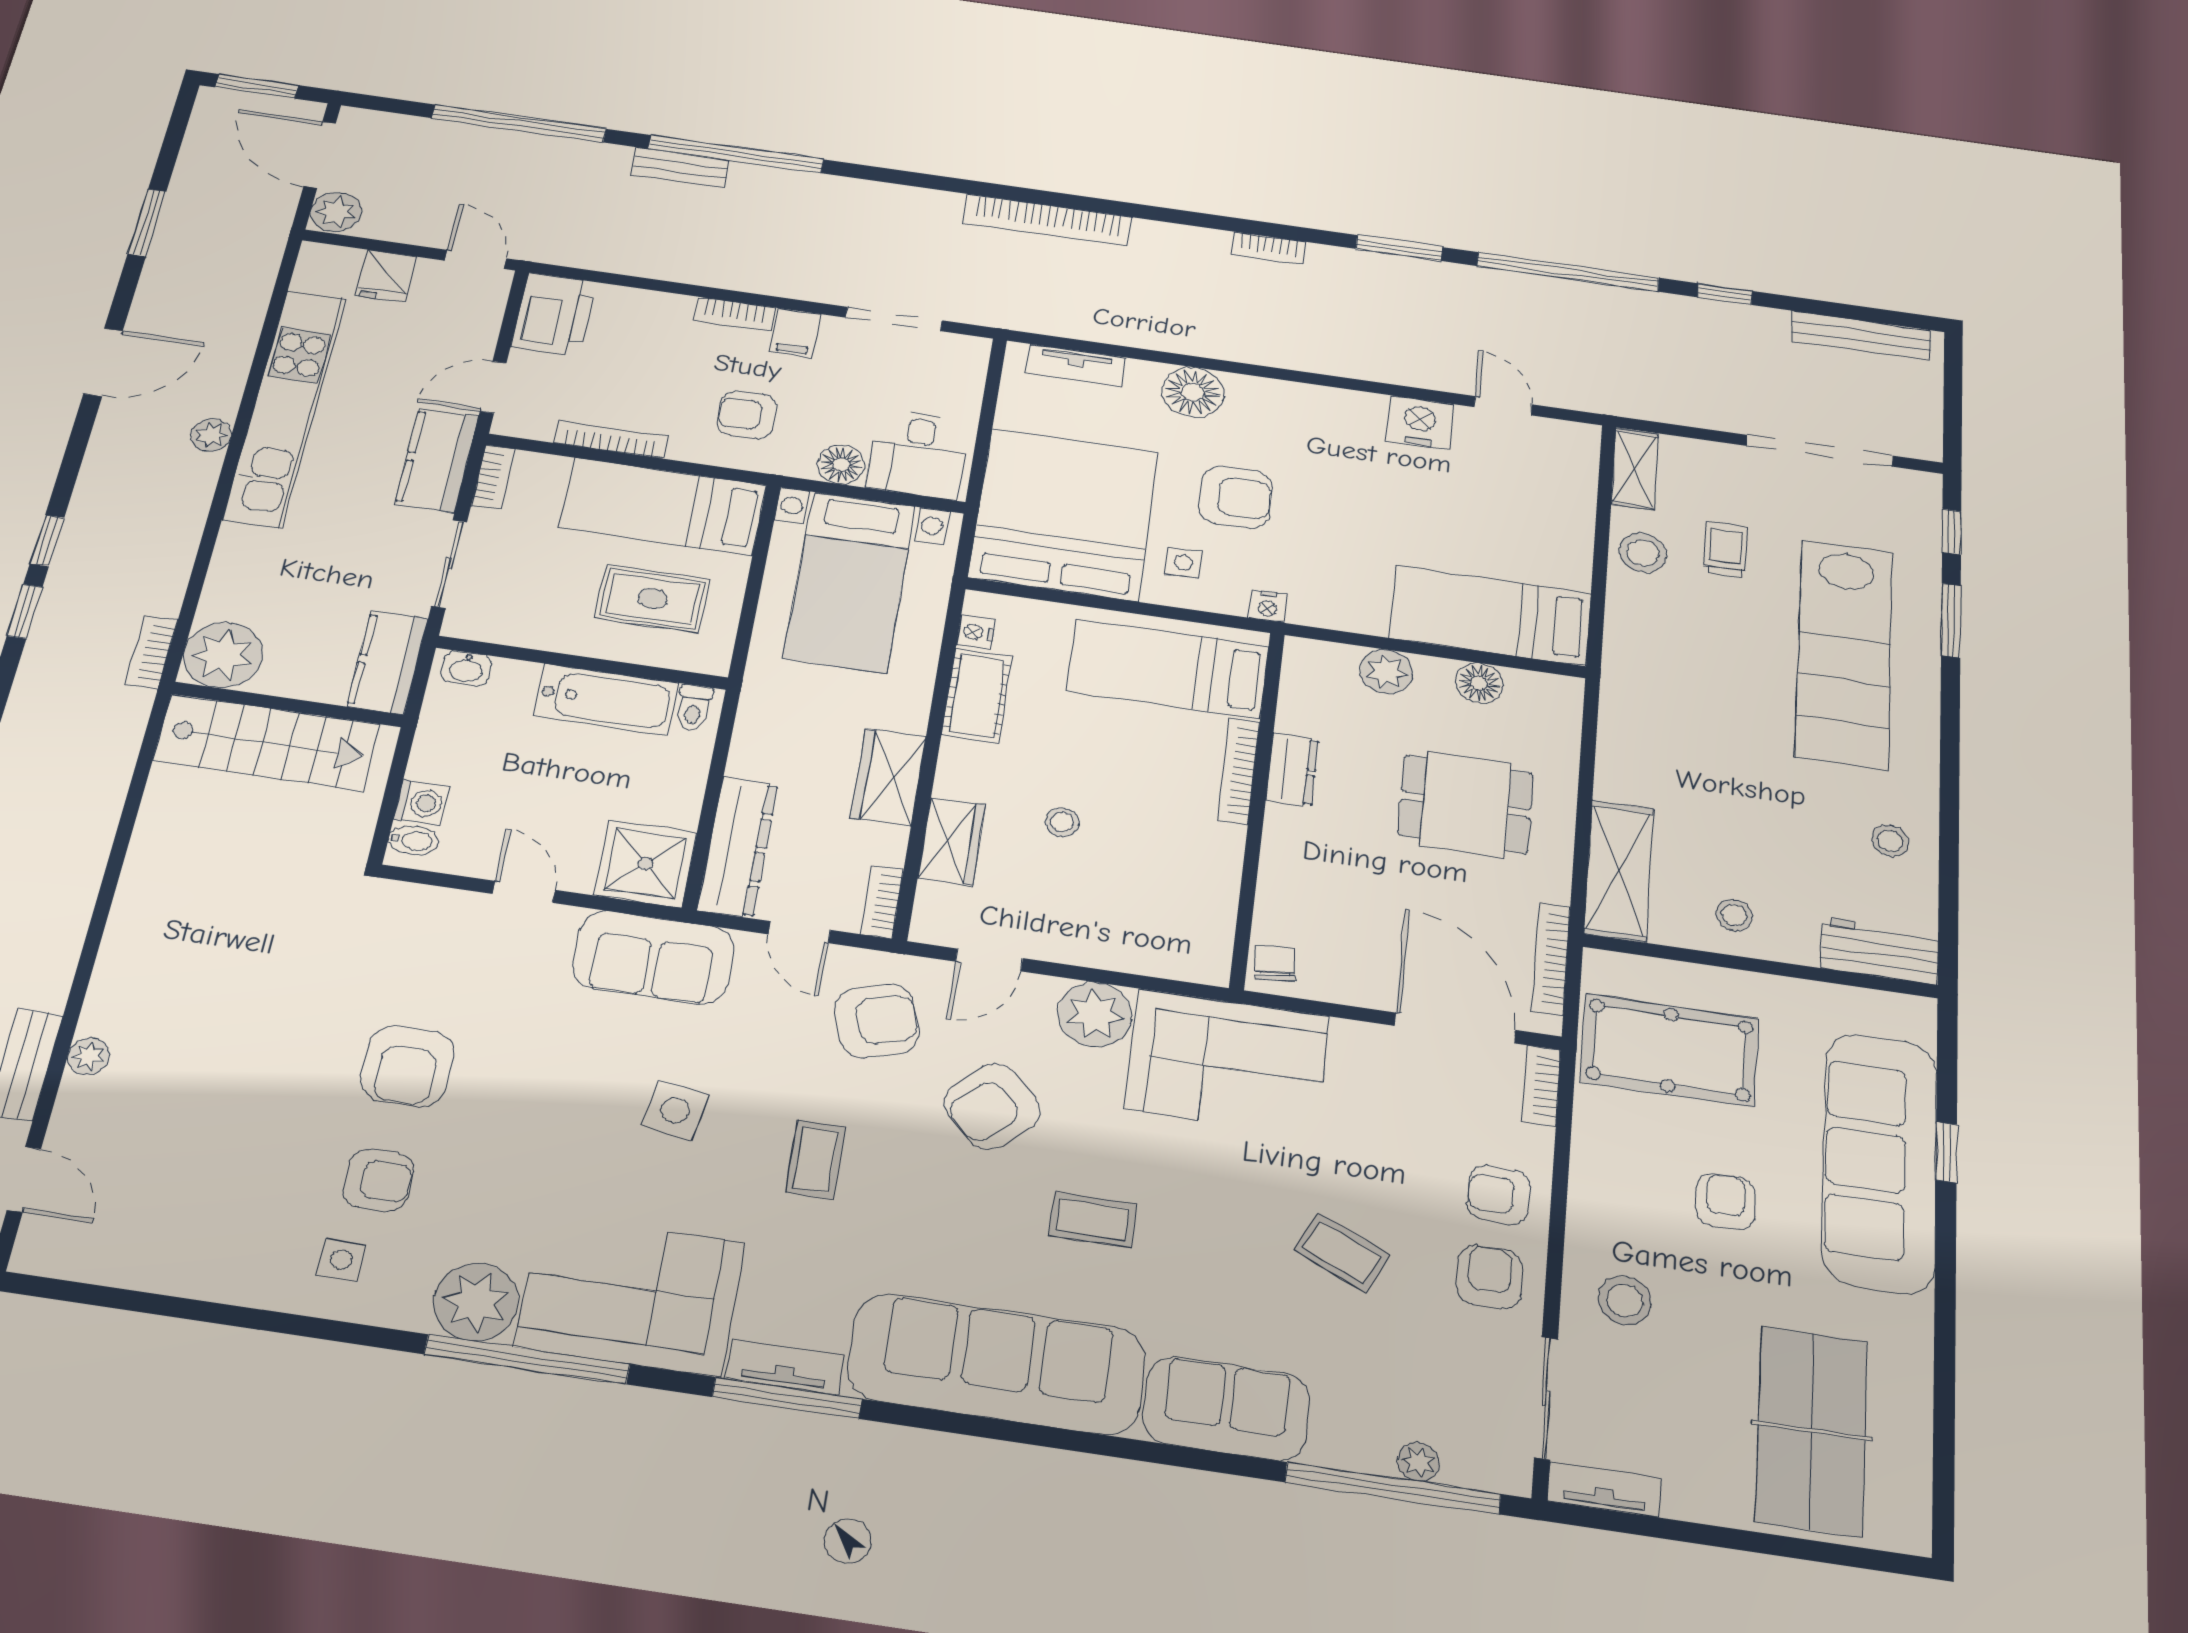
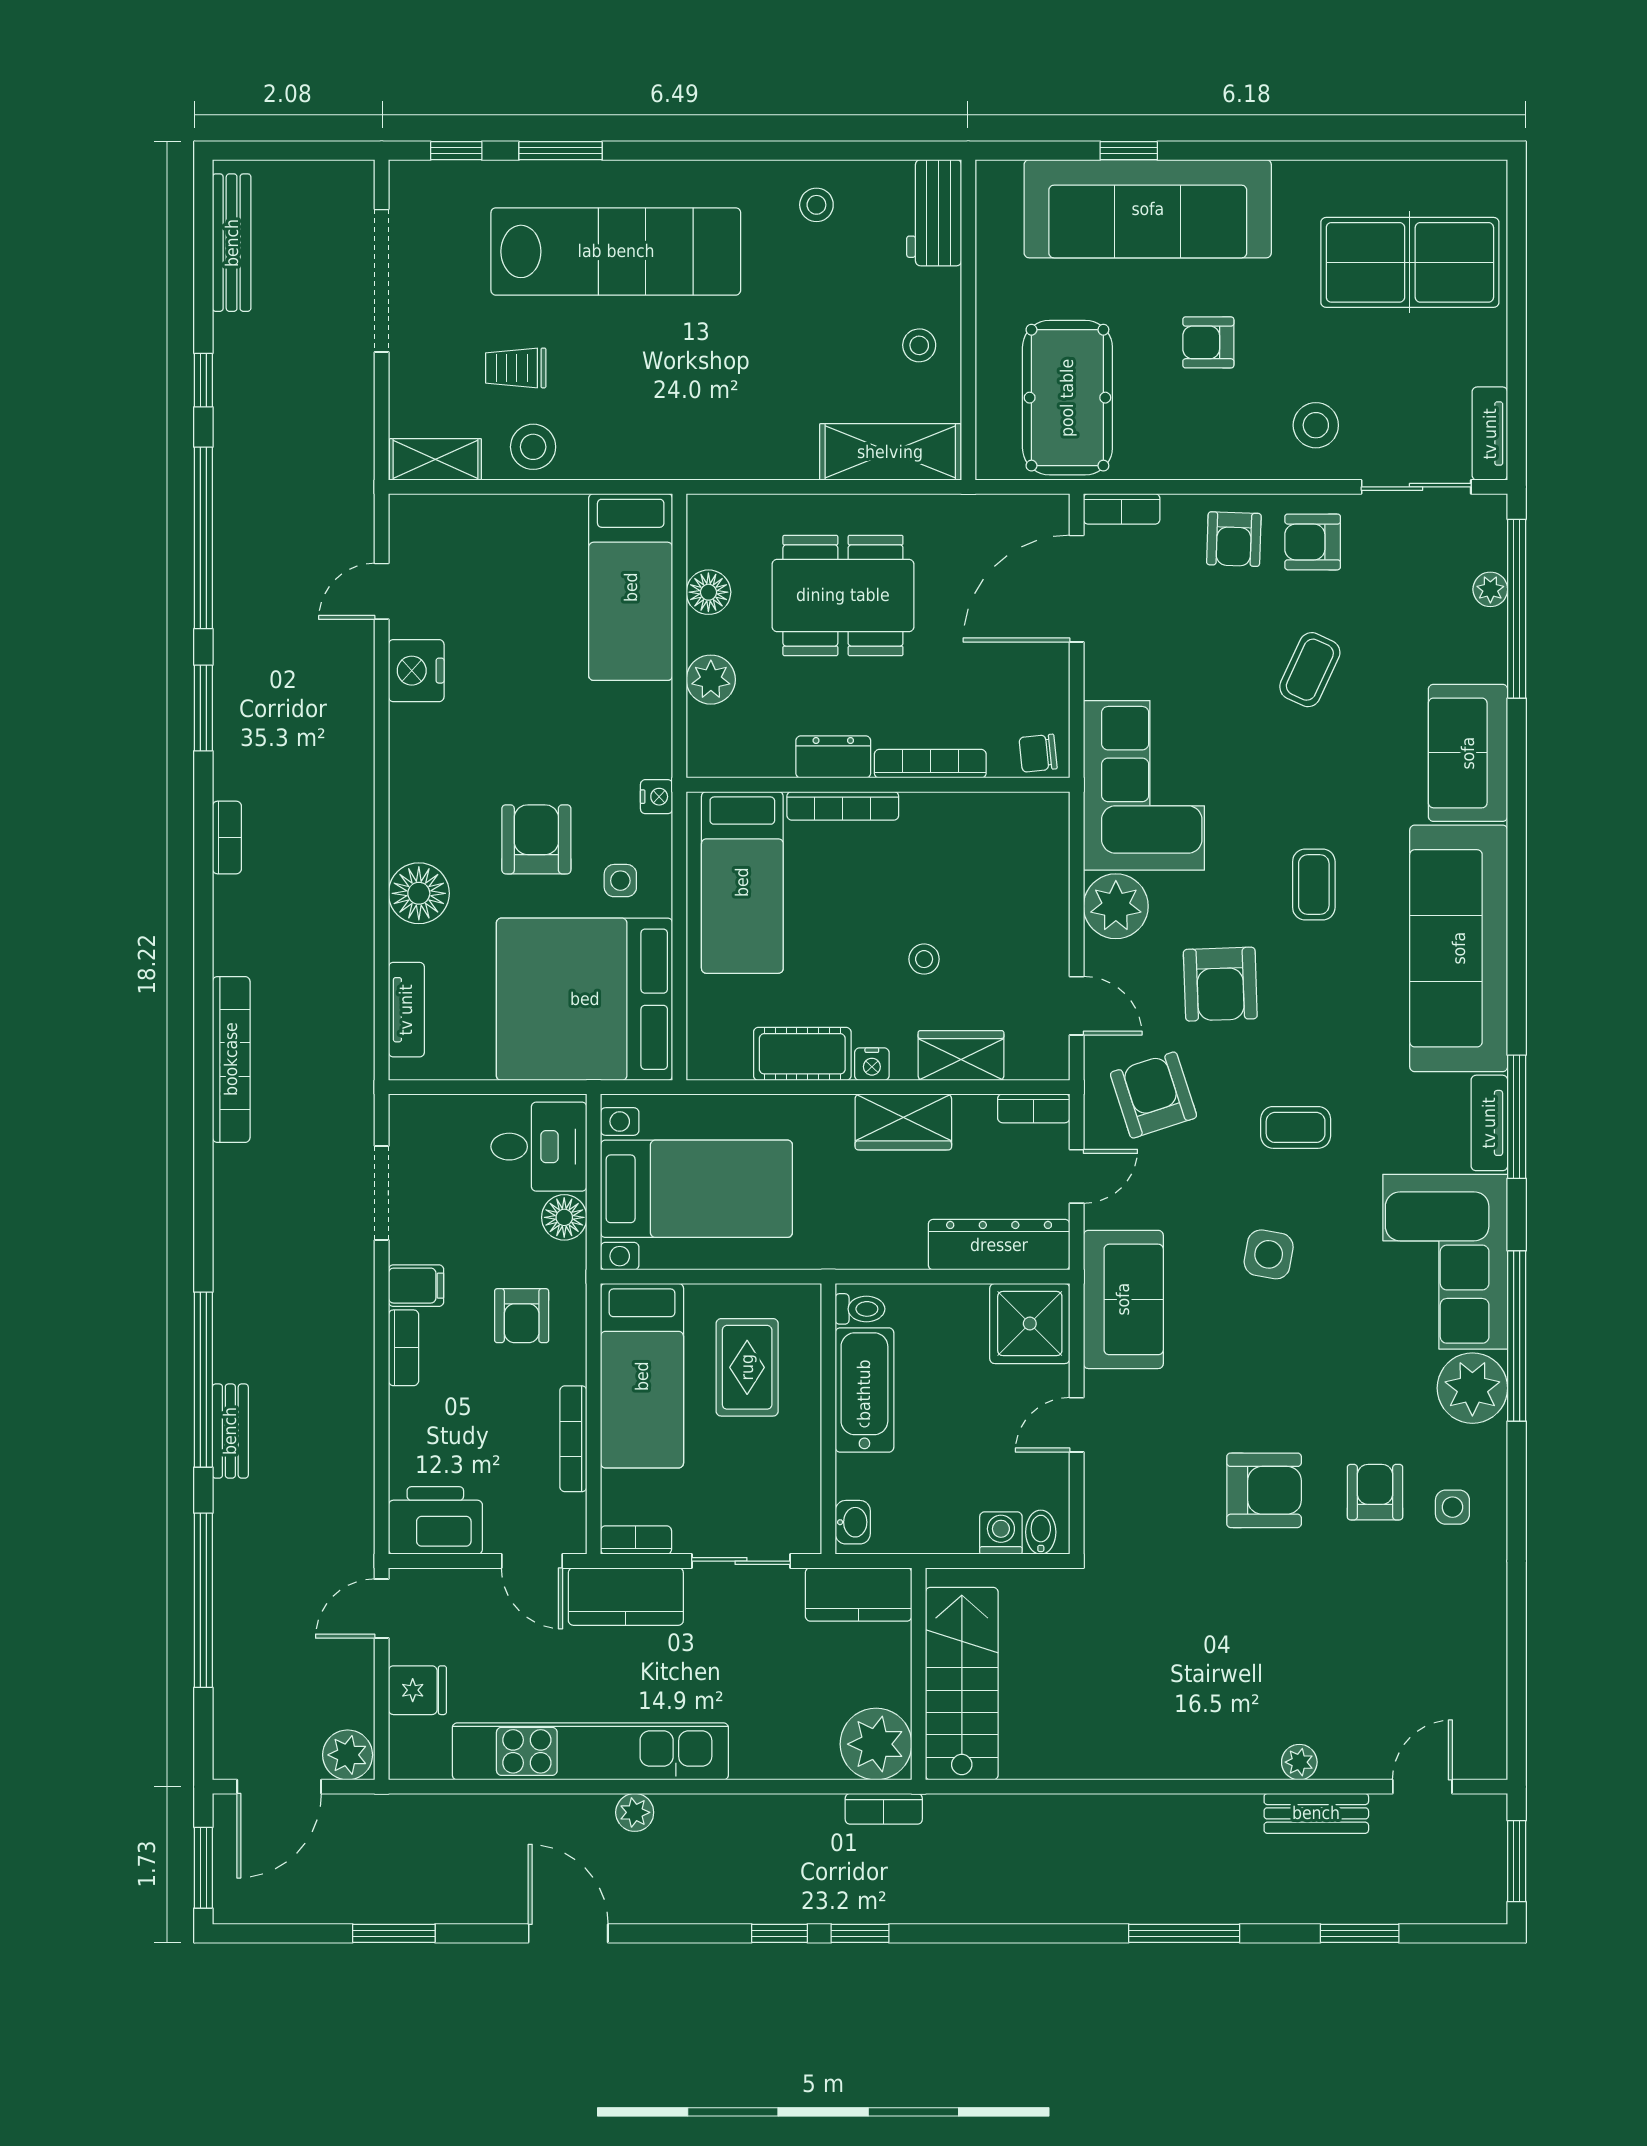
nightstand: (976, 632) -> (872, 1064), moved
dining table: (1466, 804) -> (843, 595), width x1.38
bookcase: (1551, 959) -> (930, 764), moved, turned 180
armchair: (992, 1106) -> (1220, 984), turned 42

